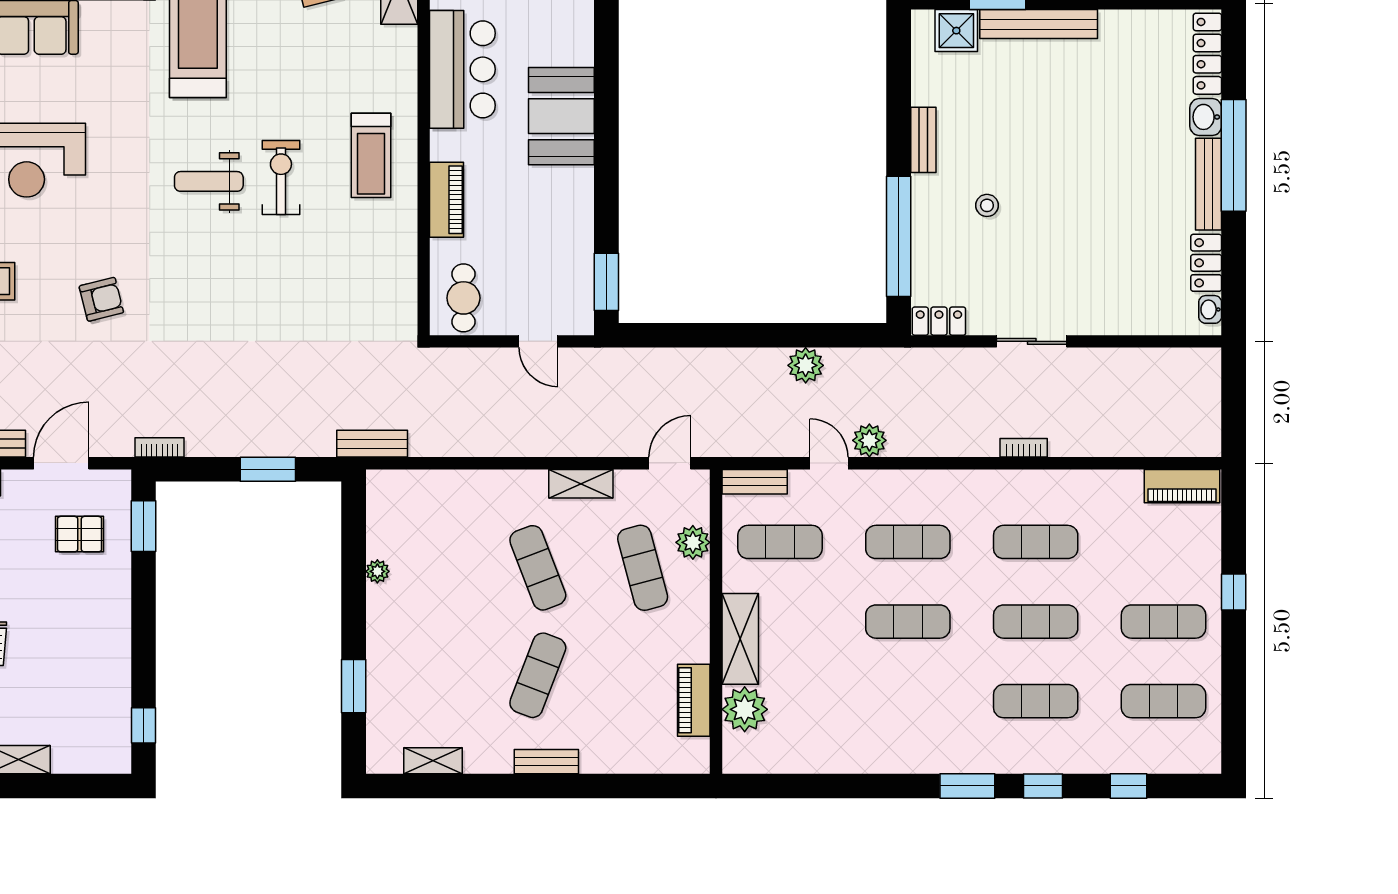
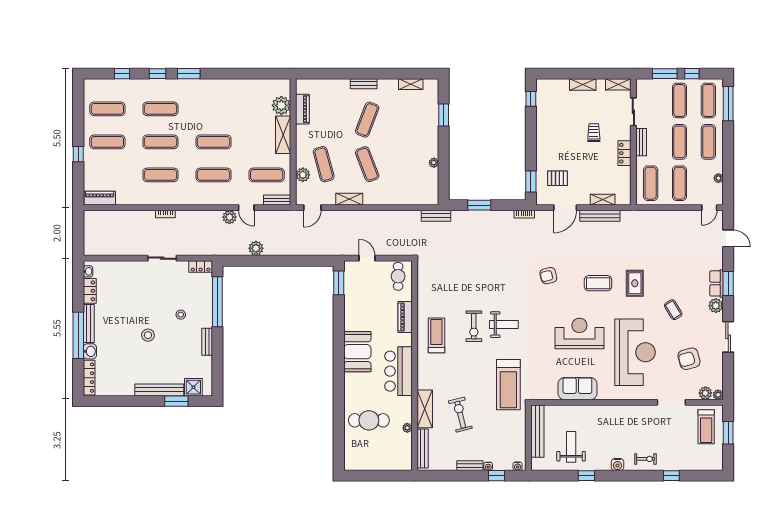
stool: (1066, 156) -> (148, 335), added

